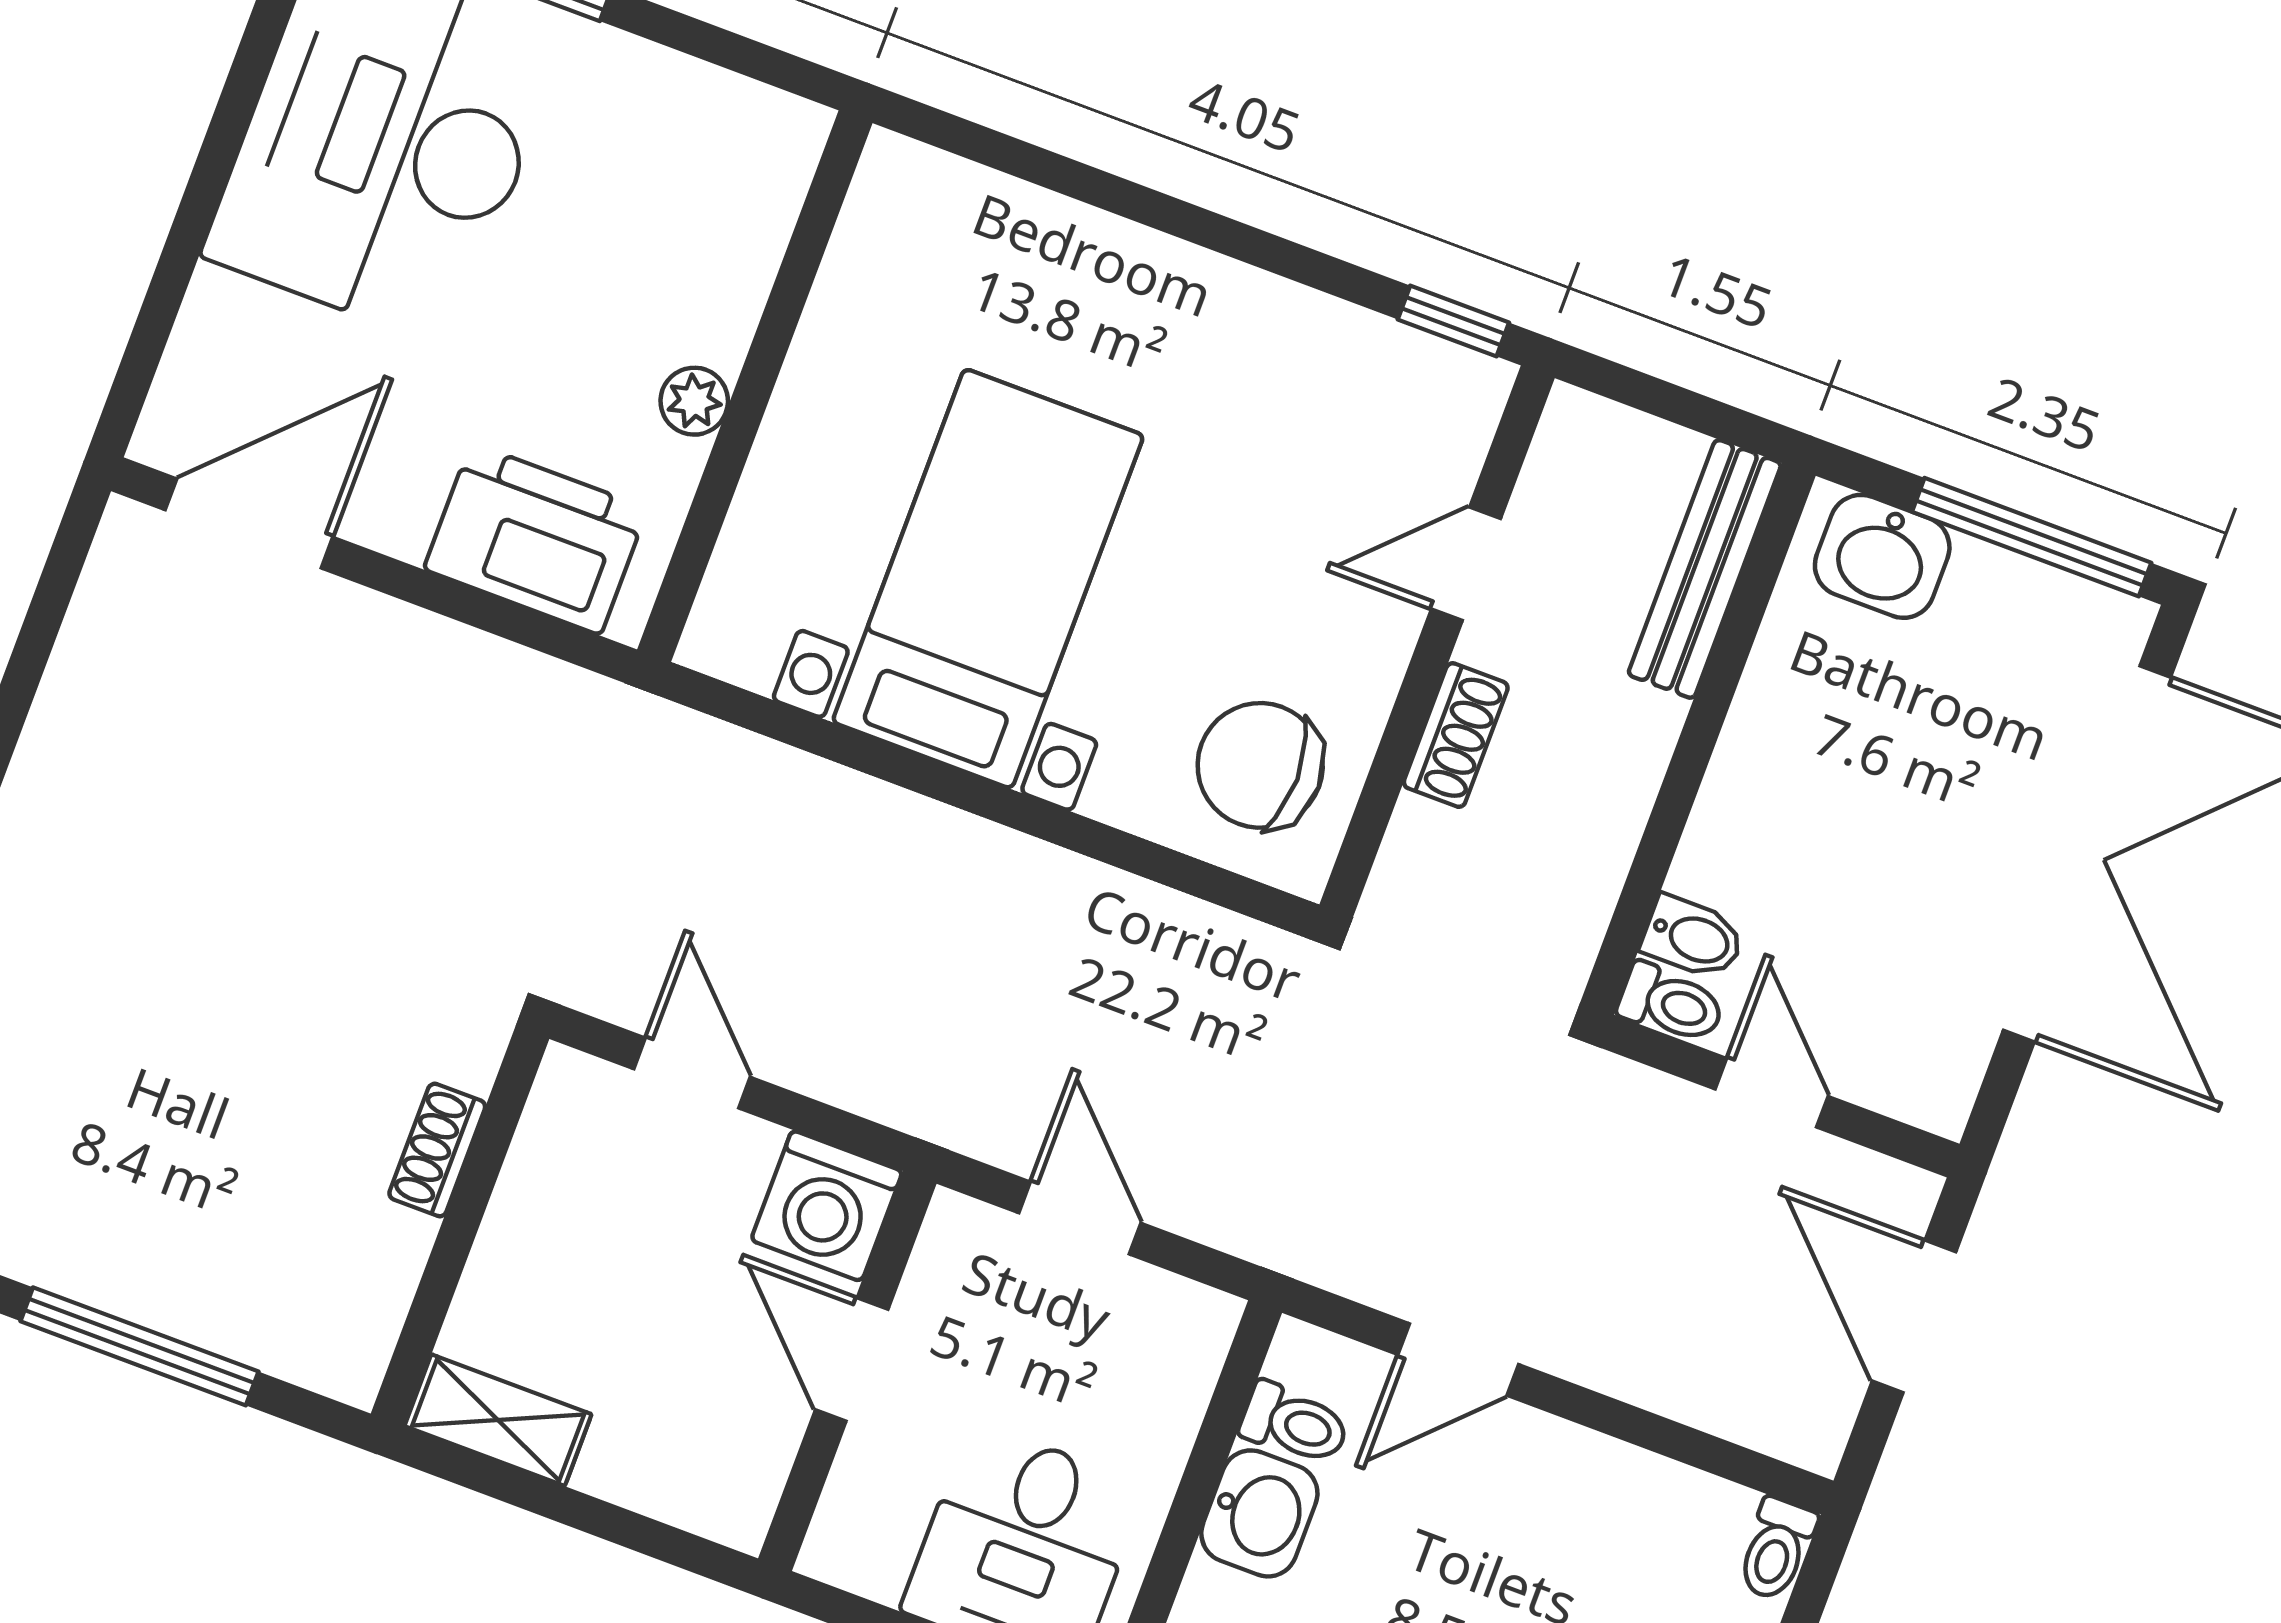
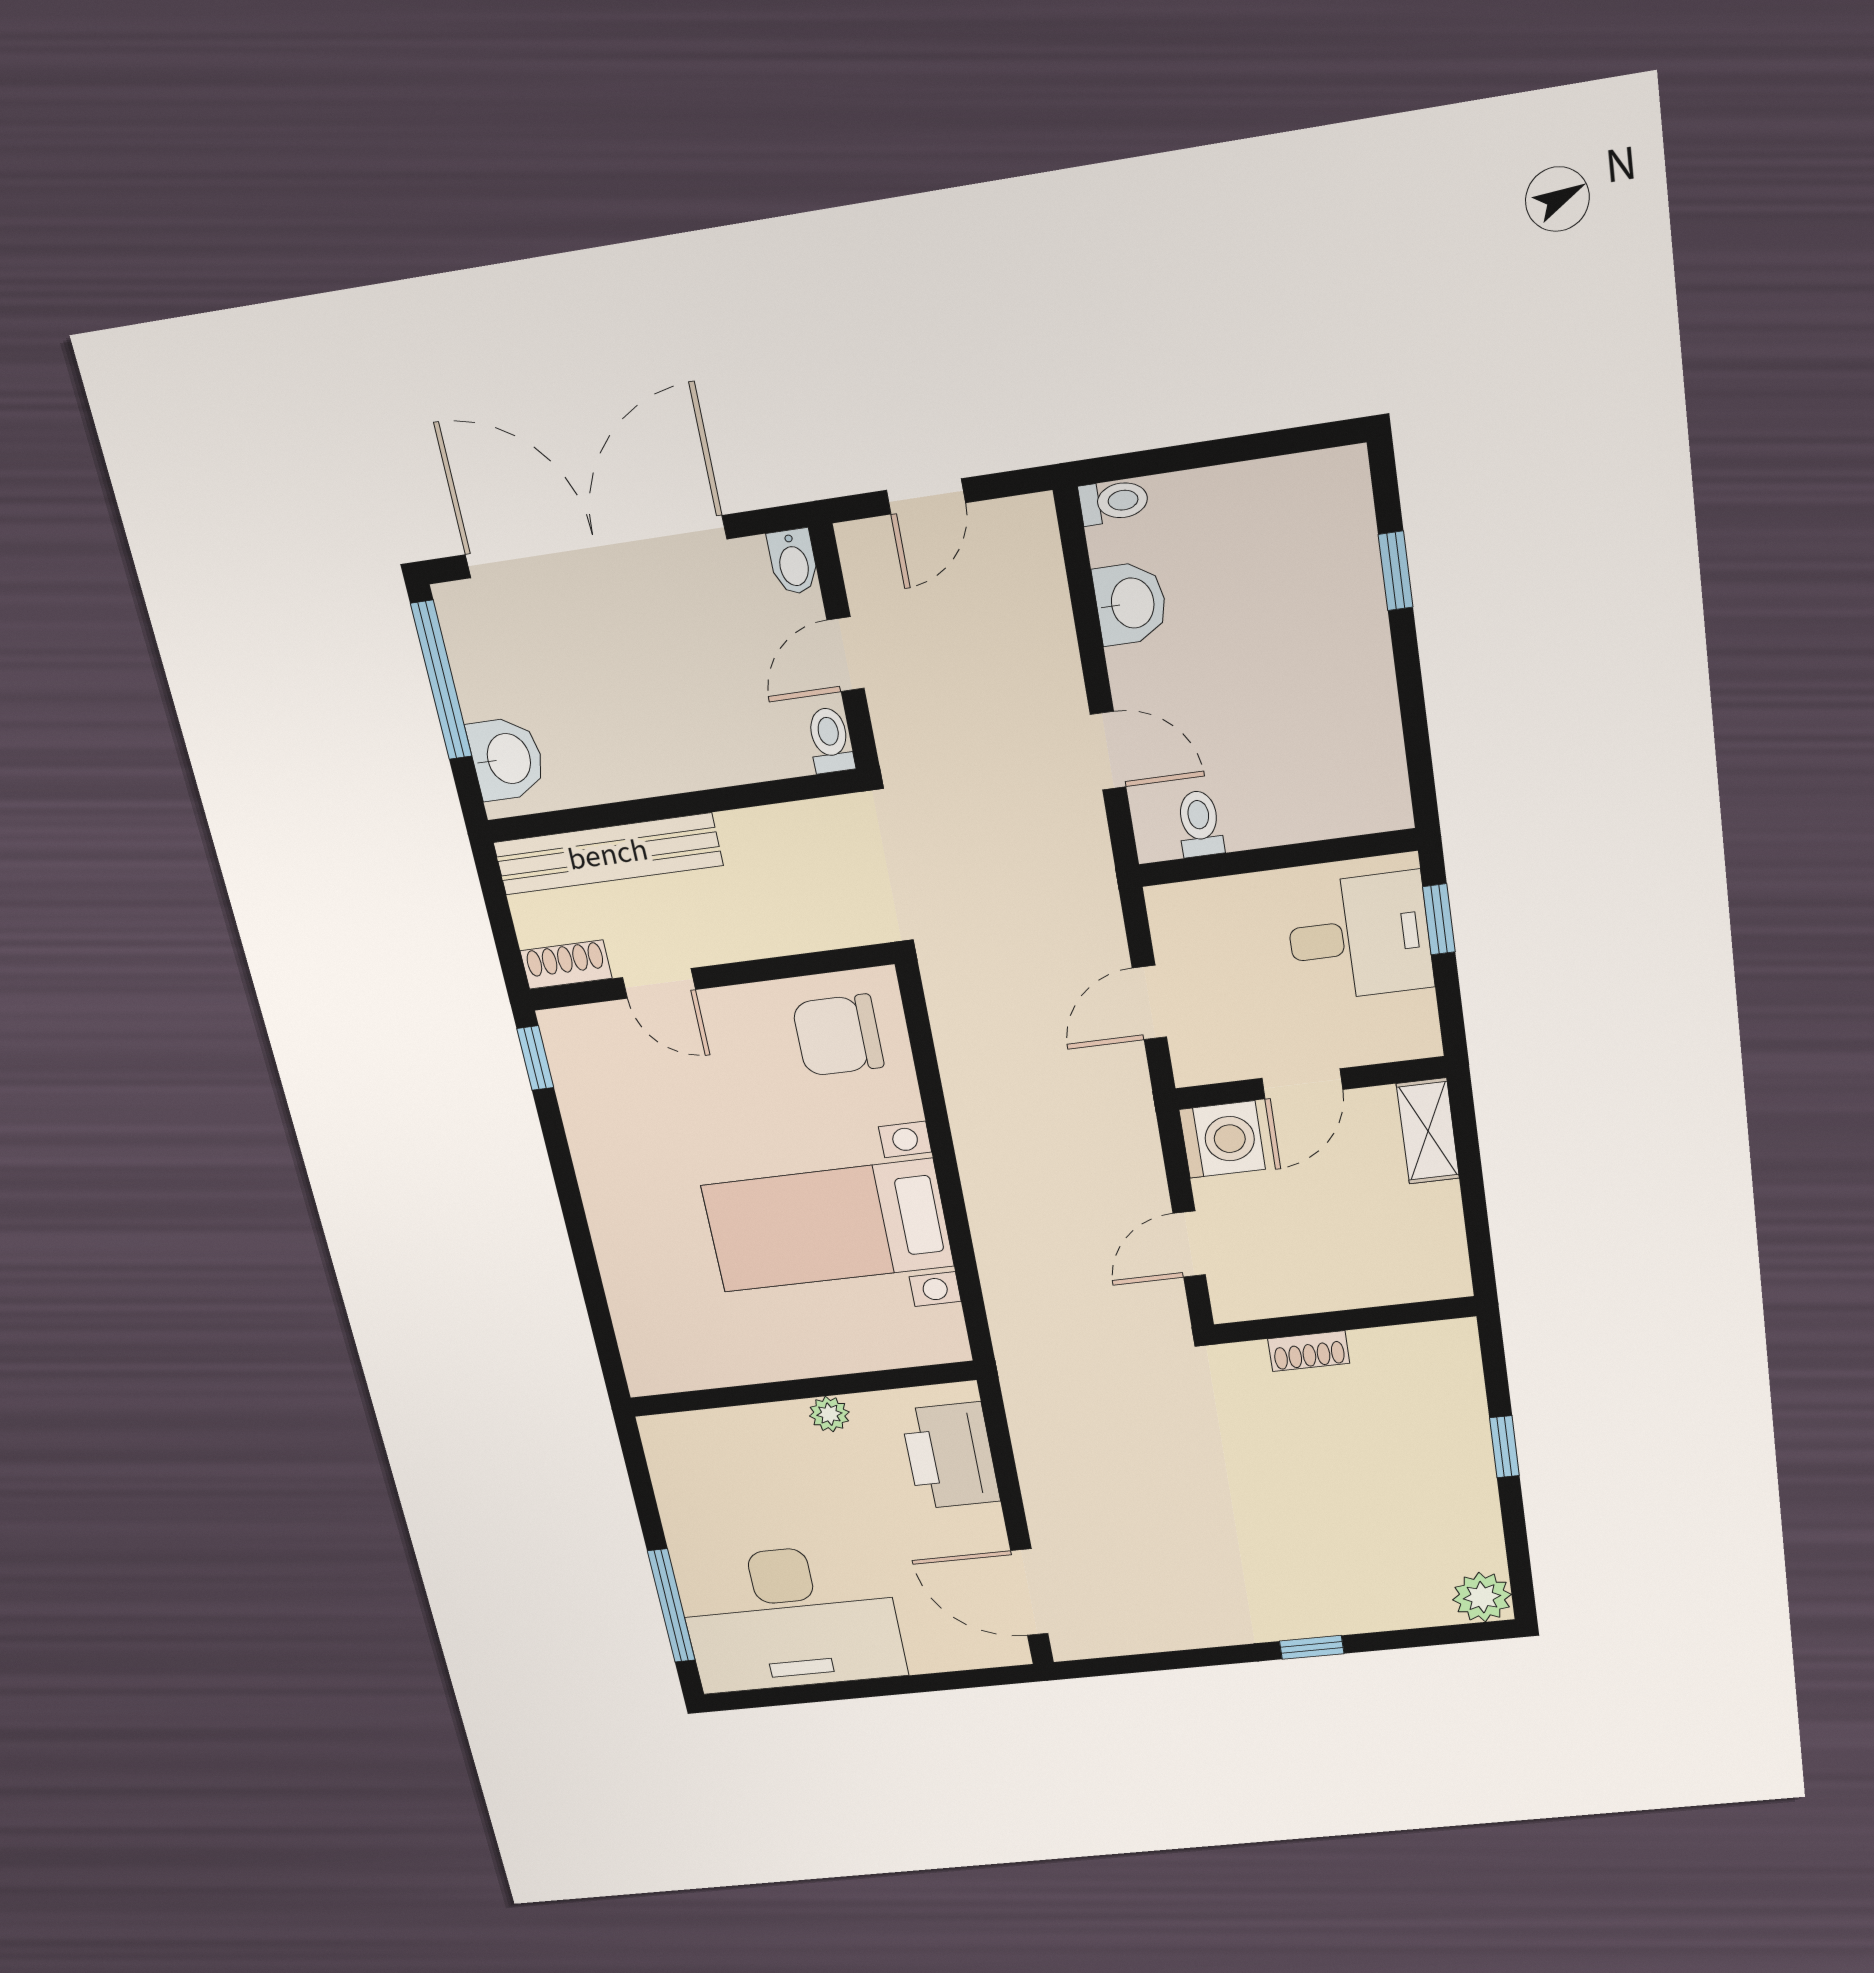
bench: (1705, 569) -> (608, 854), width x1.37, depth x1.21
shoe rack: (1456, 735) -> (566, 965), moved
chair: (1260, 765) -> (838, 1035), turned 90
bidet: (1693, 938) -> (793, 562), moved, turned 180
door: (1914, 1317) -> (926, 497), width x0.73
window: (139, 1346) -> (1504, 1447), width x0.46
shelving: (498, 1420) -> (1428, 1131), moved
washbasin: (1259, 1513) -> (1131, 603), moved, turned 90

